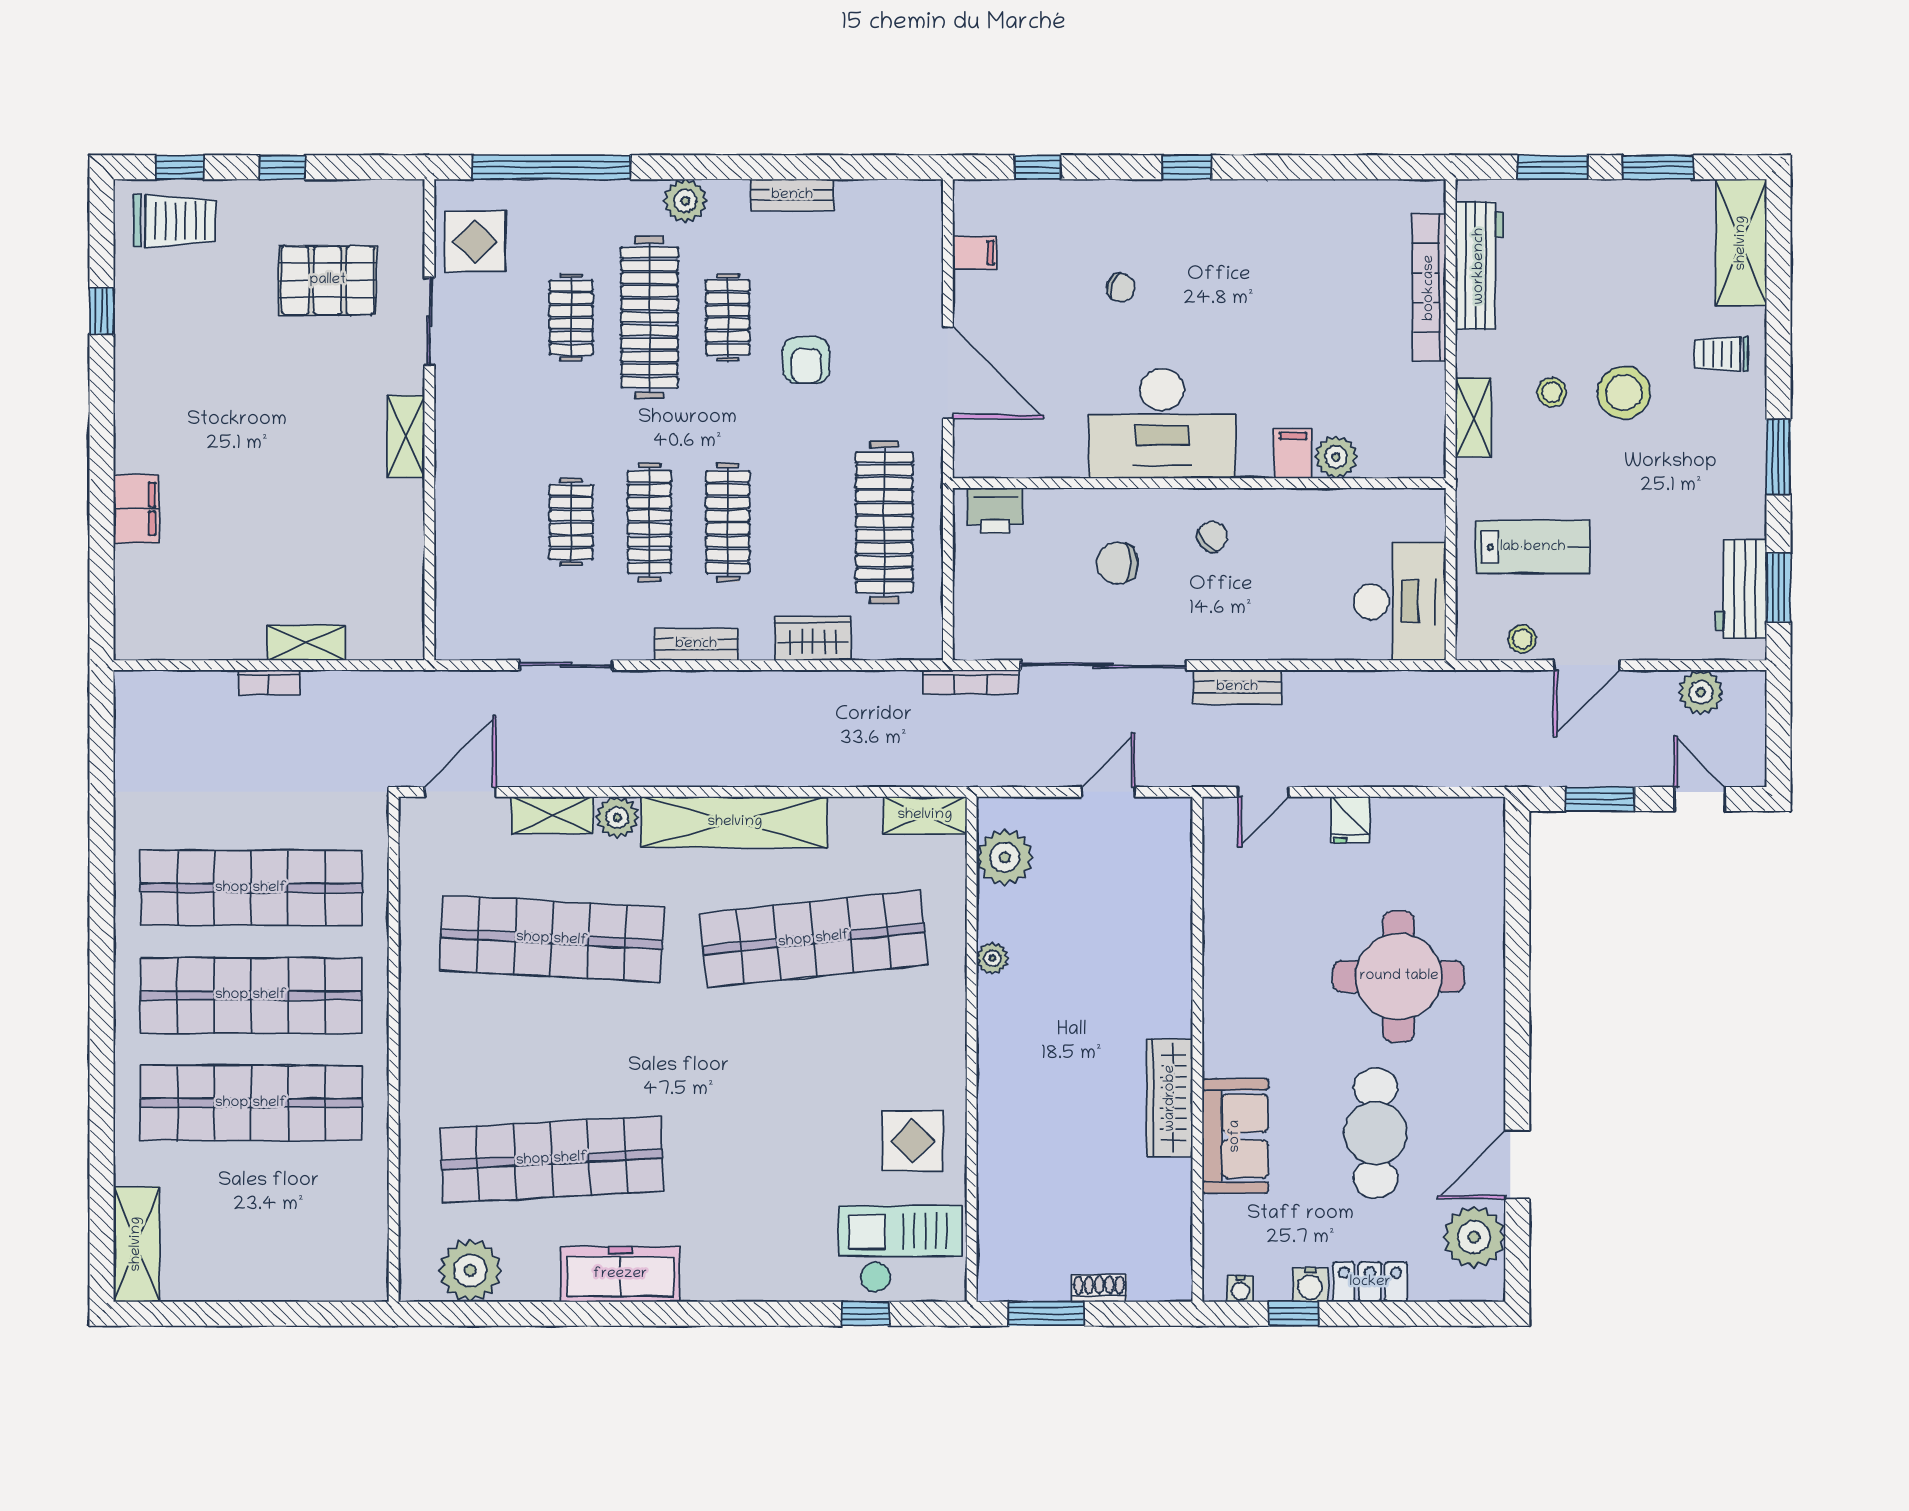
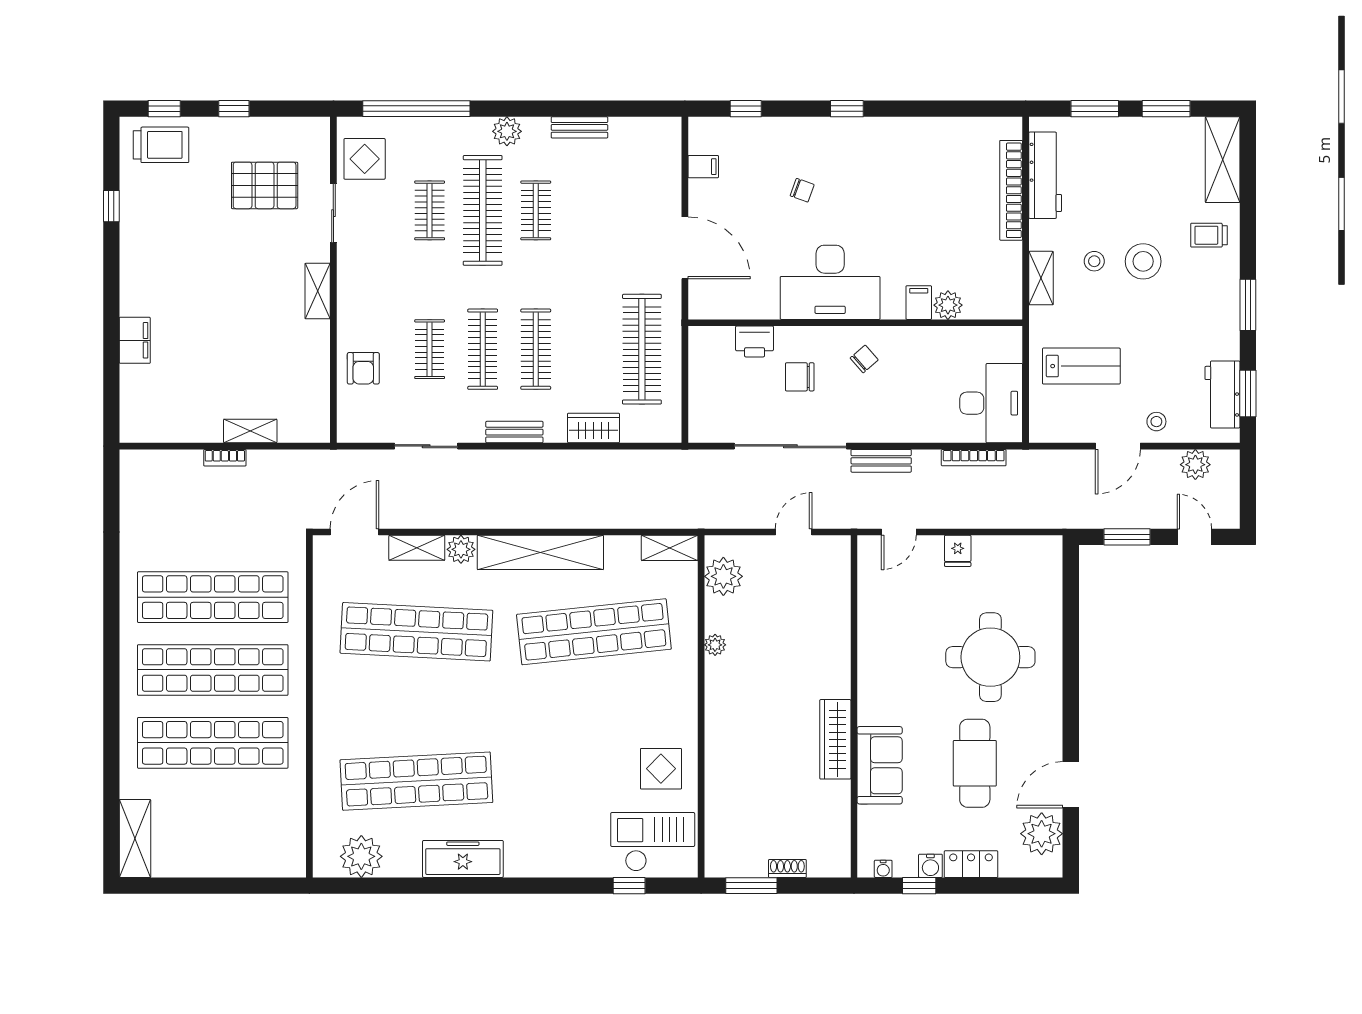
armchair: (806, 360) -> (363, 368), moved
printer: (995, 511) -> (755, 341), moved
stool: (1522, 639) -> (1156, 422), moved
bookcase: (971, 682) -> (974, 458), moved

